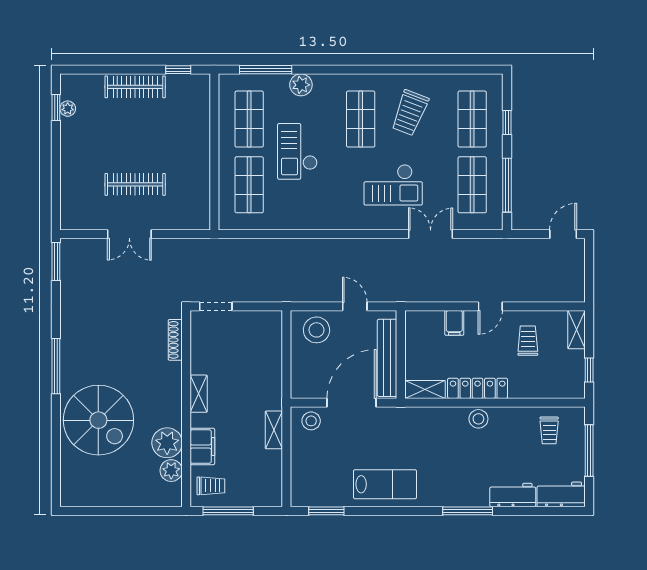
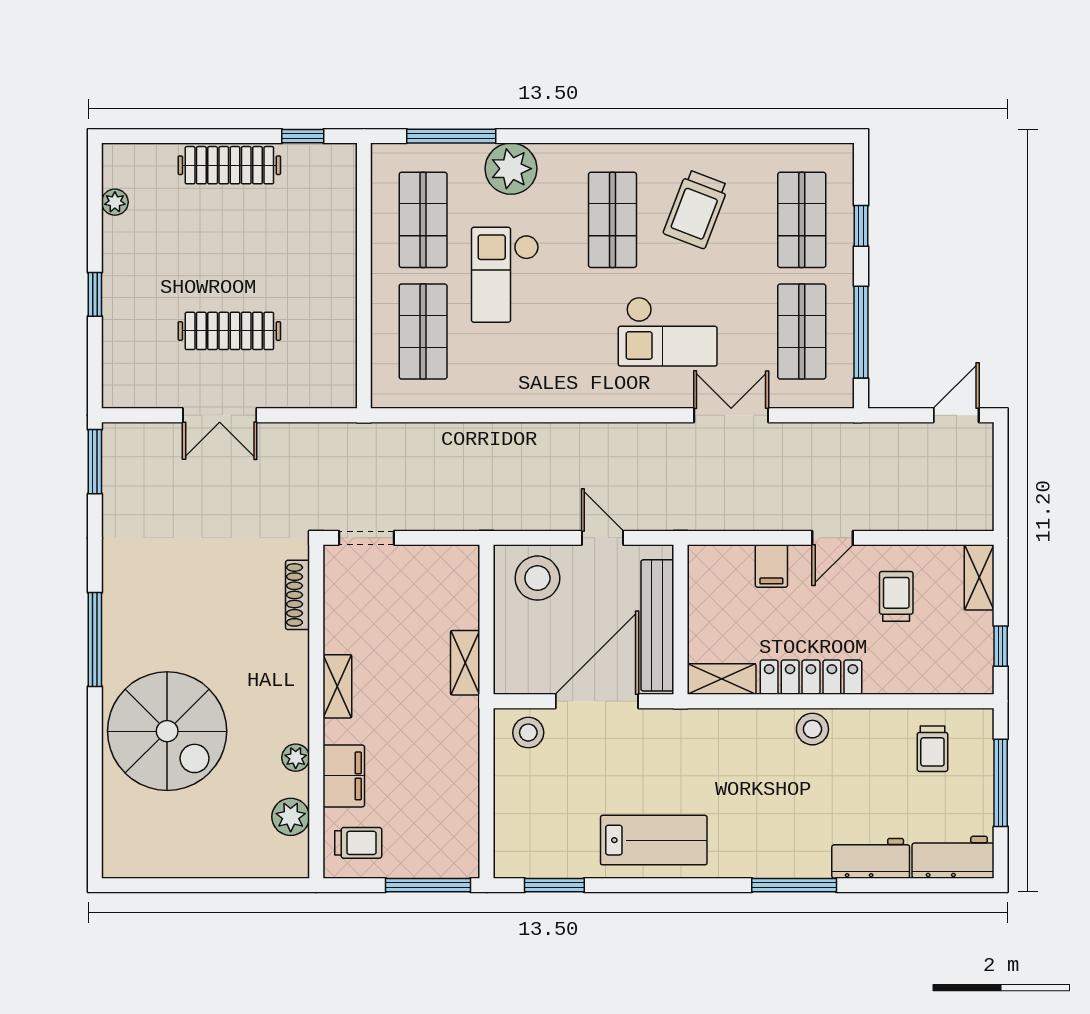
plant: (301, 85) -> (511, 169), width x1.36, depth x1.36
window: (56, 107) -> (95, 294), moved
shelving: (274, 430) -> (465, 663), moved
plant: (167, 443) -> (296, 758), width x0.53, depth x0.53
window: (228, 511) -> (428, 885), moved

